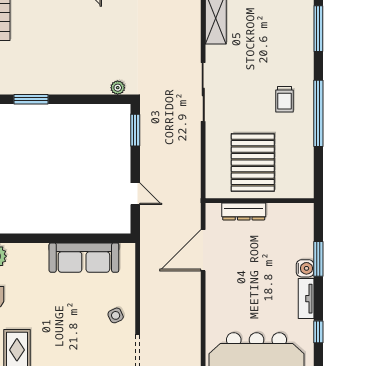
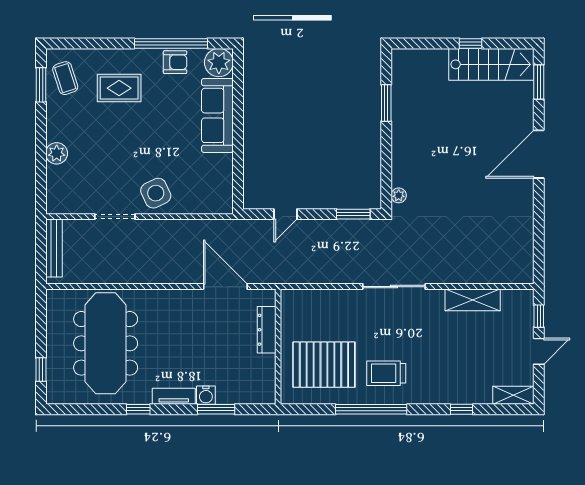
window: (318, 29) -> (462, 409), width x0.46
trolley: (284, 99) -> (386, 373), width x1.36, depth x1.39
pallet: (253, 163) -> (324, 365), moved
sofa: (84, 258) -> (217, 115), moved
side table: (116, 315) -> (156, 193), width x1.87, depth x1.87

